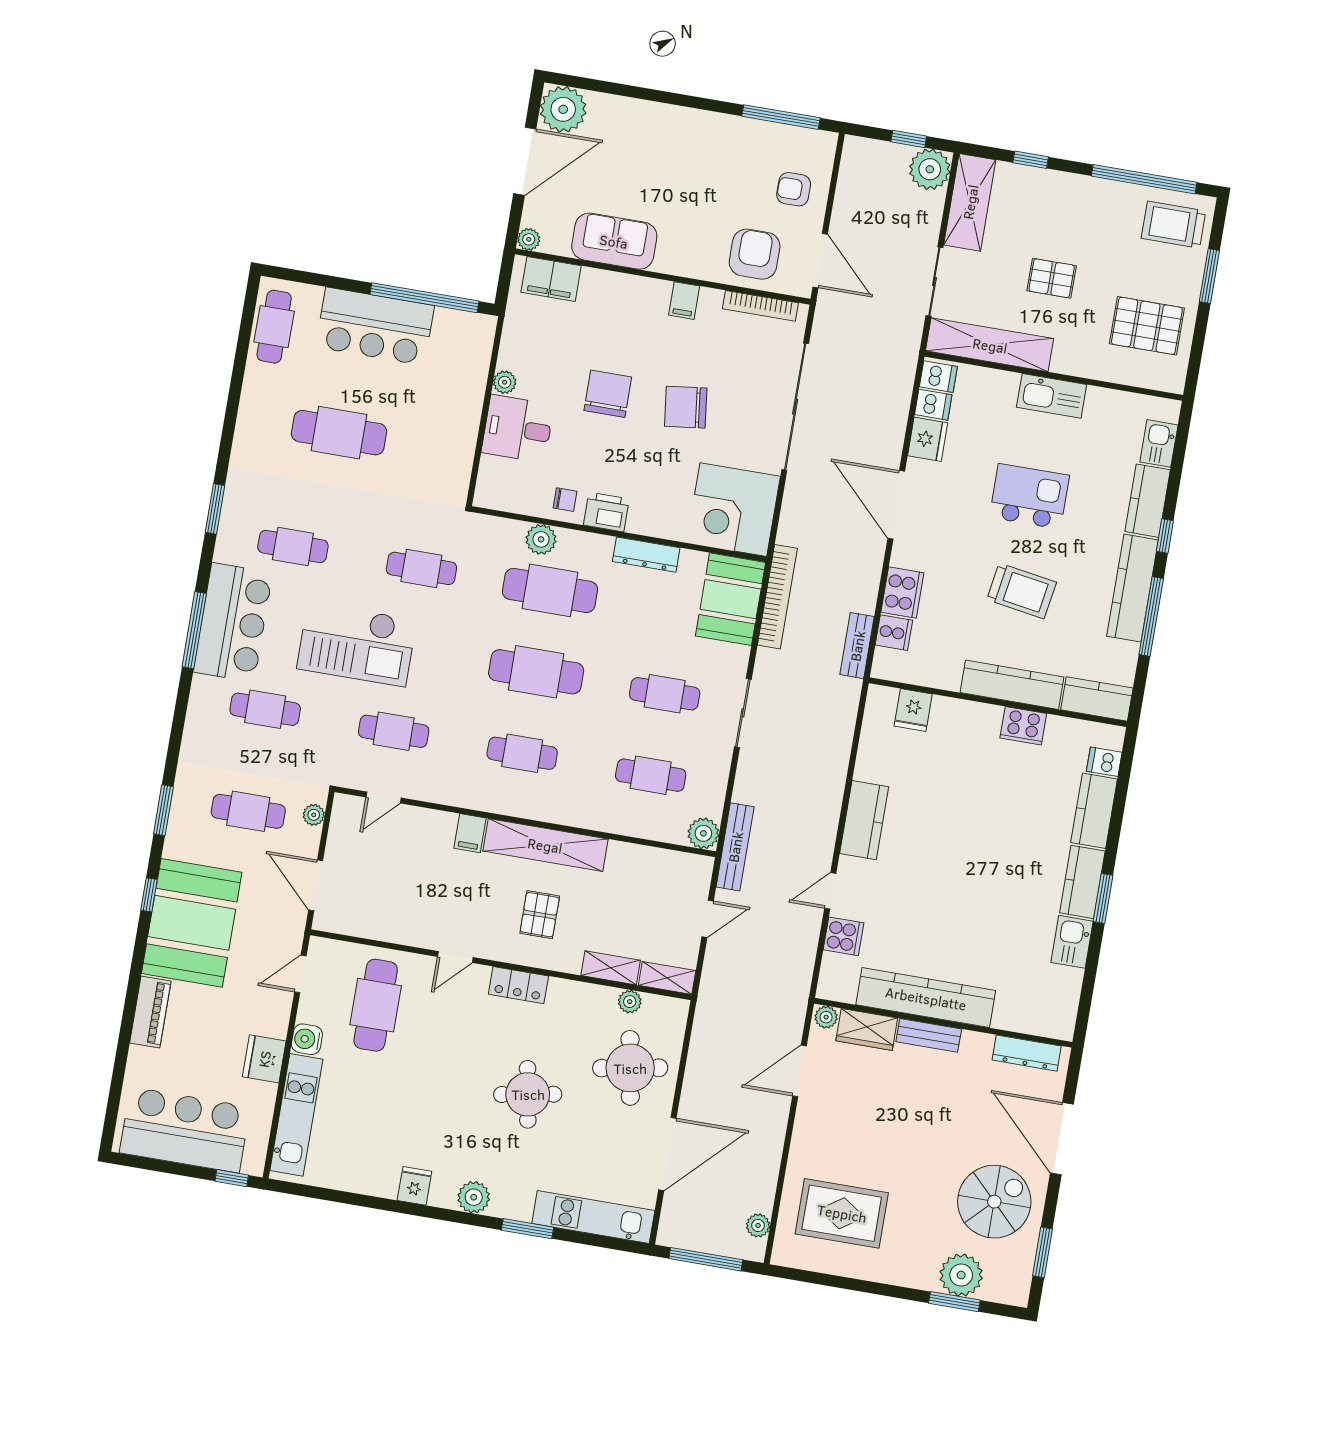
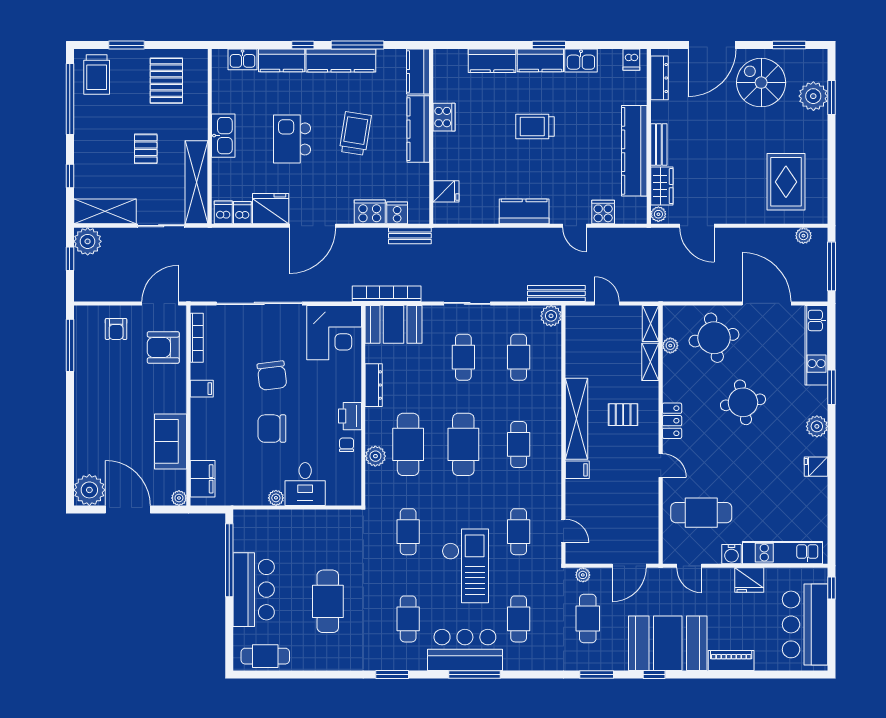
fridge: (928, 439) -> (271, 209), width x1.36, depth x1.34
dishwasher: (1104, 762) -> (631, 60), moved
trolley: (987, 857) -> (535, 126), added

